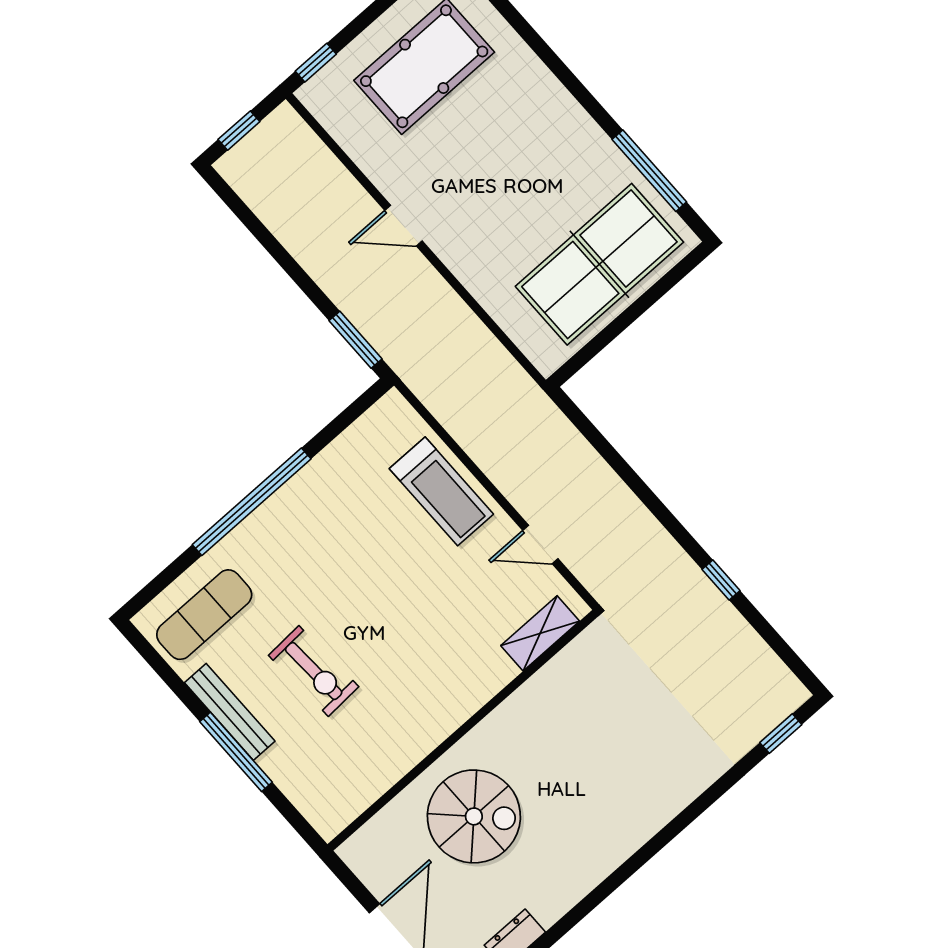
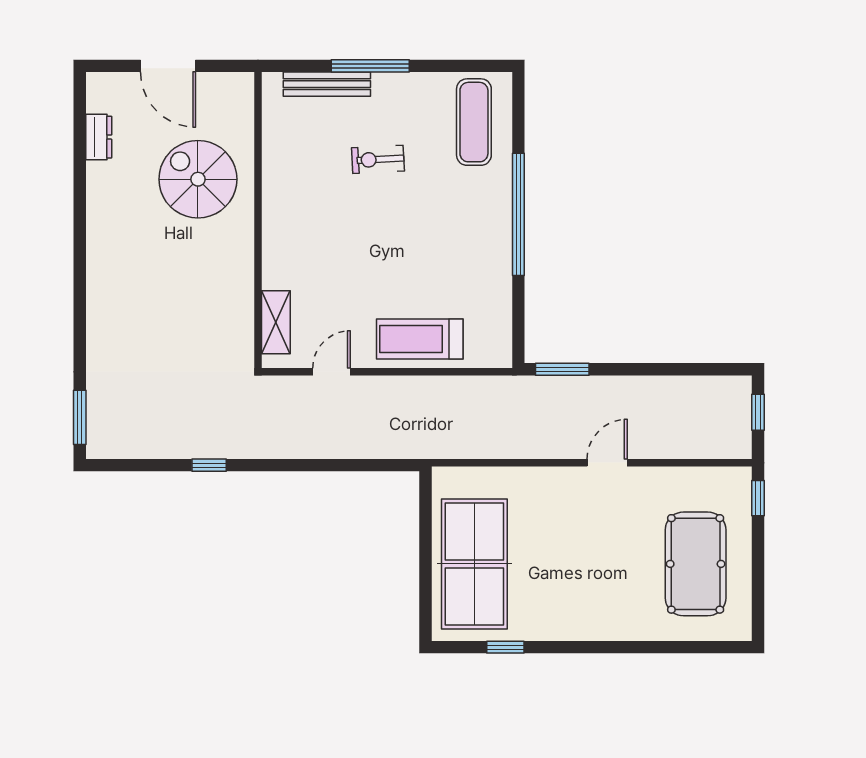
window: (649, 171) -> (505, 647), width x0.46
exercise bike: (314, 671) -> (378, 159), width x0.73, depth x0.72
bench: (230, 712) -> (327, 84), moved
window: (781, 734) -> (80, 417), width x1.50
spiral stairs: (474, 816) -> (198, 179), turned 90

